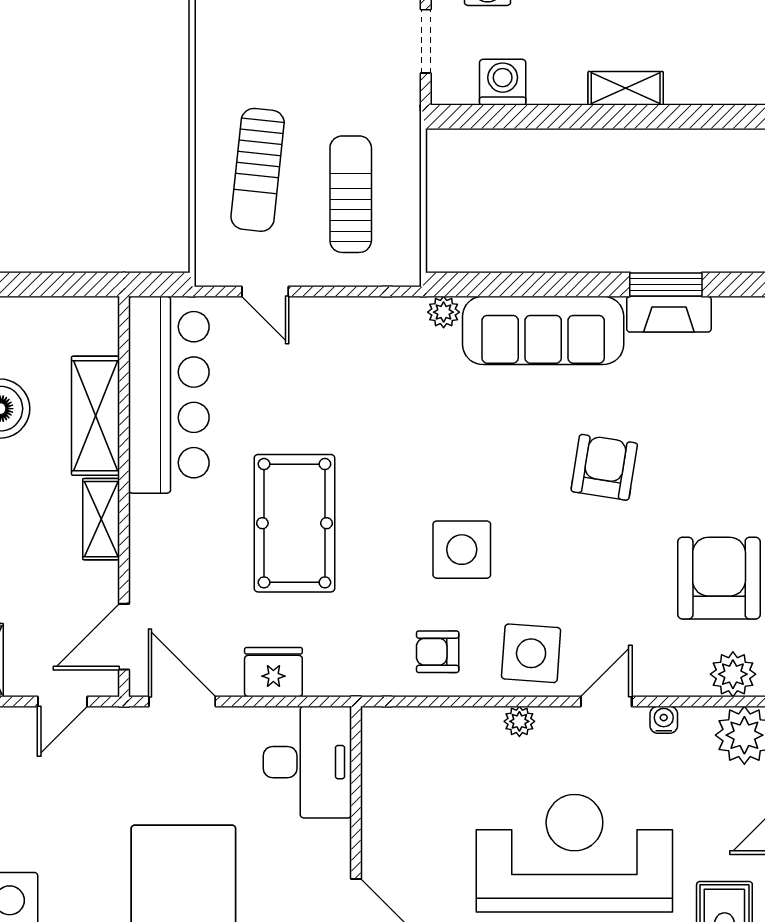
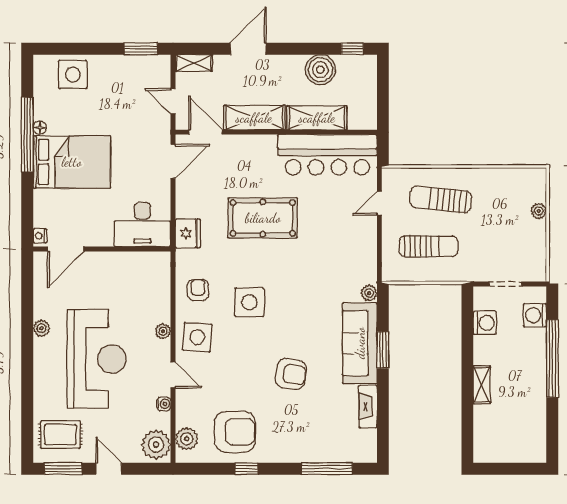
window: (666, 285) -> (383, 350), moved
shelving: (101, 519) -> (254, 118), width x1.50, depth x1.33
fridge: (273, 672) -> (188, 233), moved

